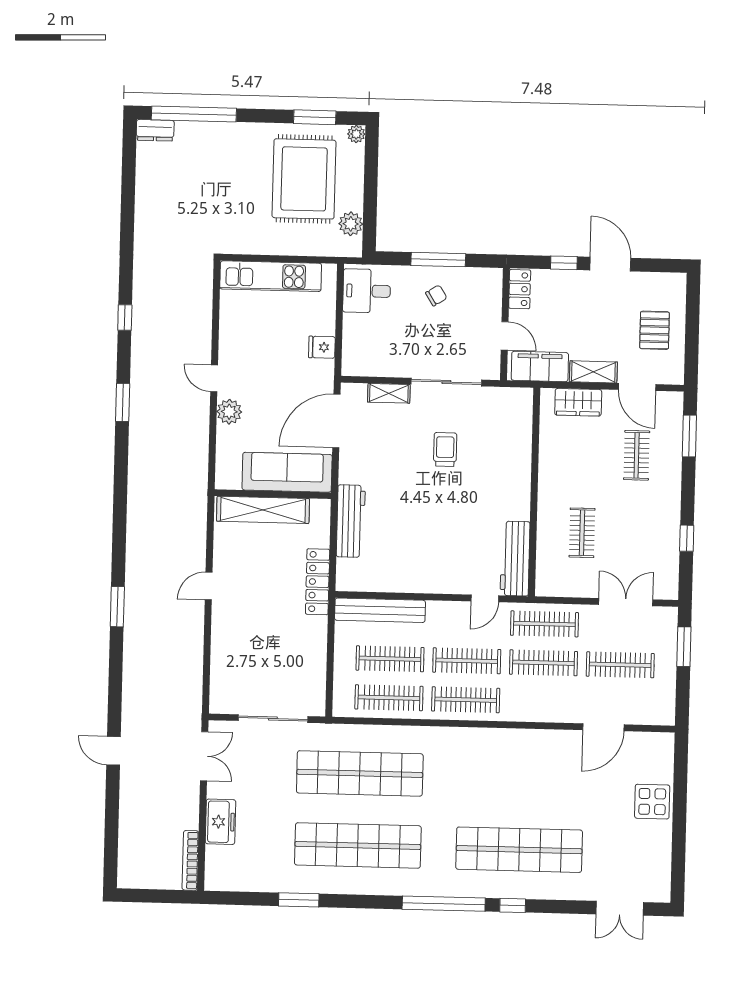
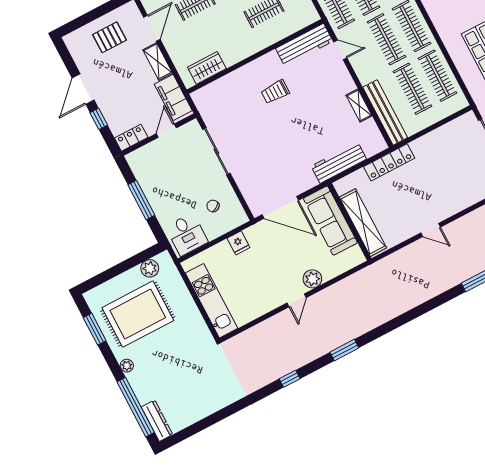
dresser: (155, 130) -> (157, 421), width x1.44
plant: (356, 134) -> (127, 366), moved
chair: (436, 295) -> (213, 206), moved
shelving: (389, 393) -> (359, 105), moved
wardrobe: (578, 402) -> (207, 68), moved, turned -90
trolley: (445, 449) -> (275, 92), moved

